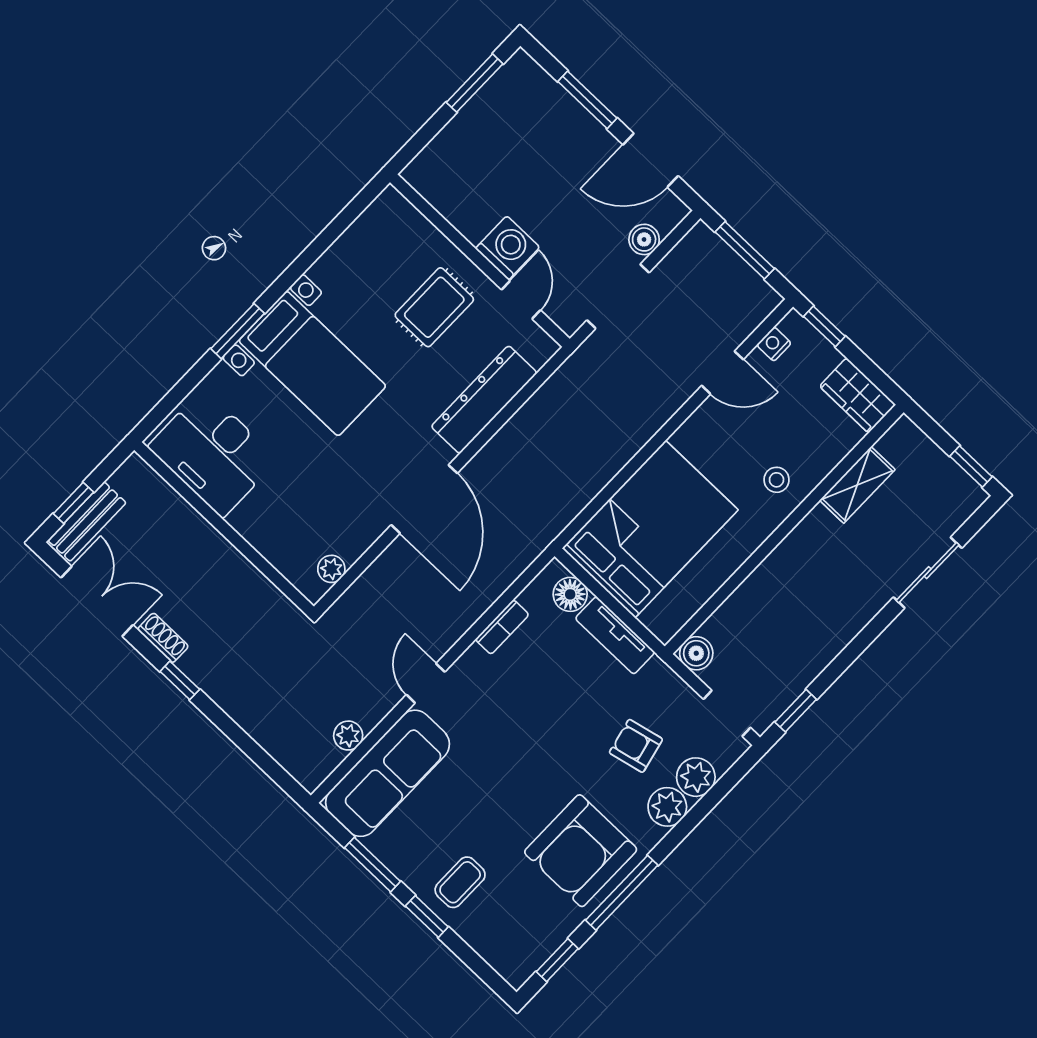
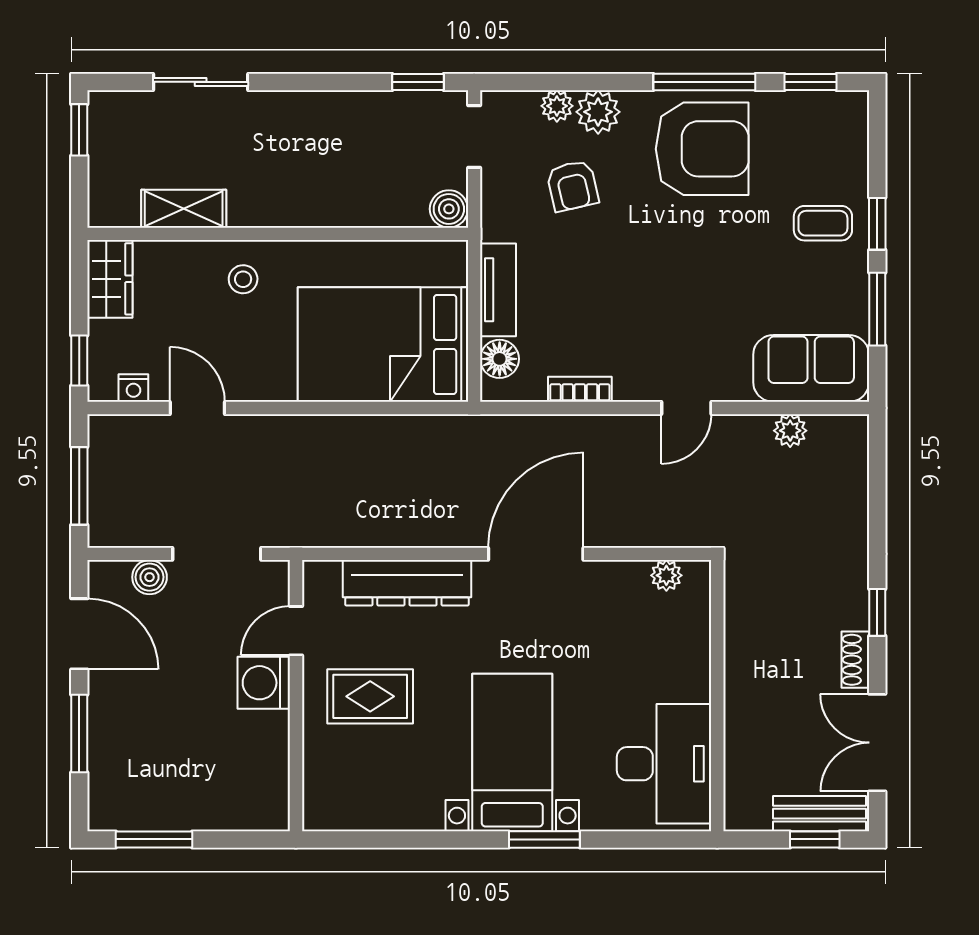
sofa: (388, 773) -> (811, 368), width x0.73
plant: (696, 777) -> (557, 106), width x0.73, depth x0.73

